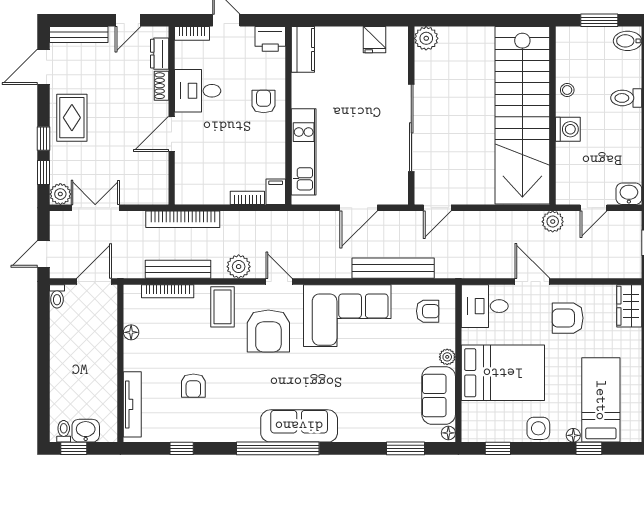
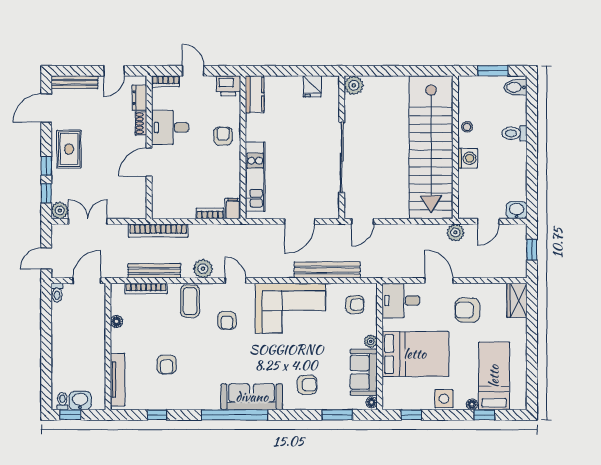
armchair: (268, 331) -> (227, 321), width x0.53, depth x0.53
armchair: (368, 411) -> (307, 385), added

